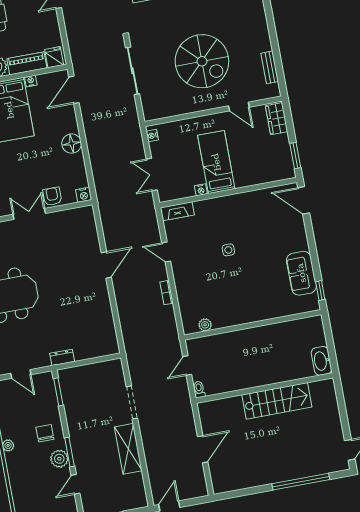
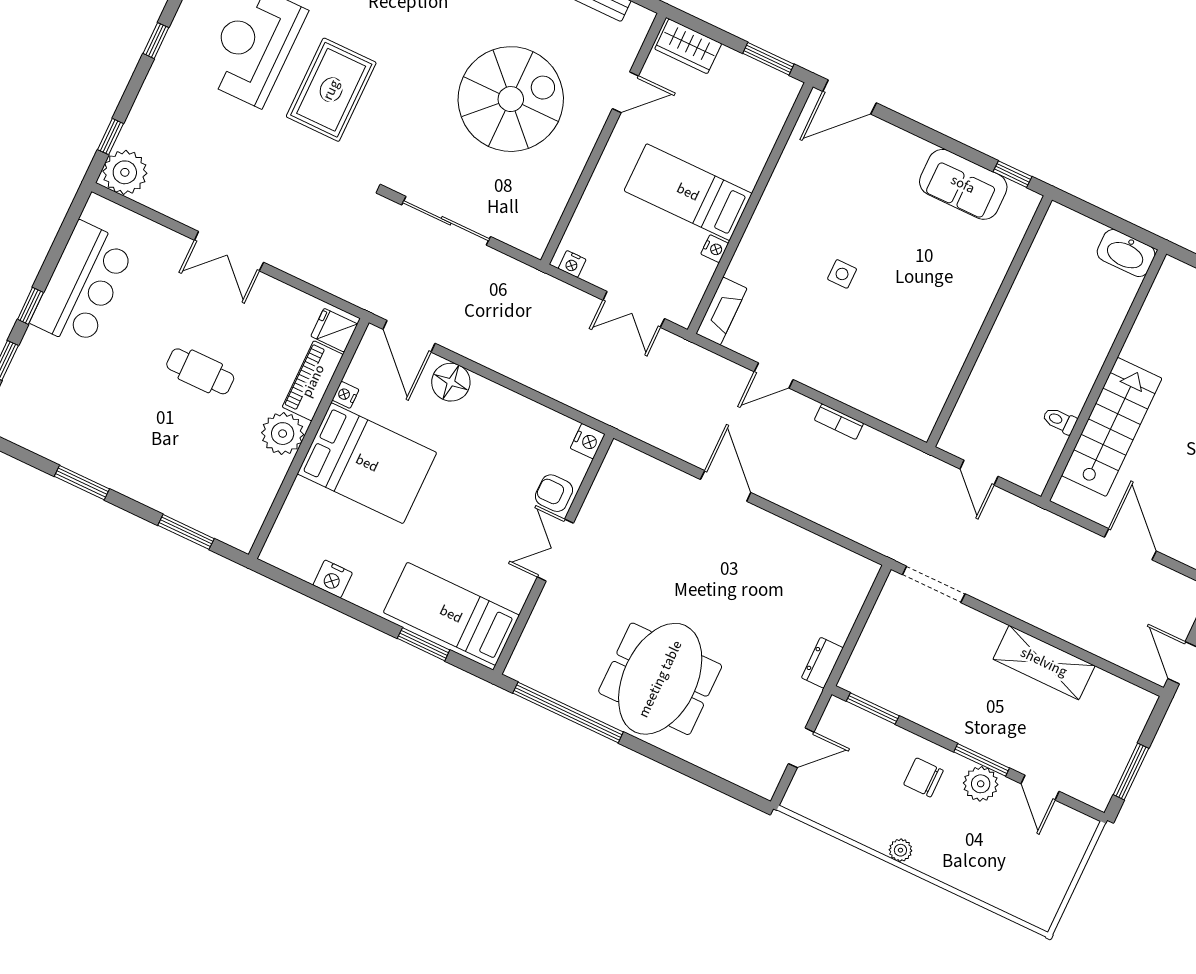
floor lamp: (72, 144) -> (451, 382), moved
plant: (205, 325) -> (935, 397), removed
toilet: (199, 390) -> (1060, 420), moved
stairs: (277, 401) -> (1112, 427), moved
doorway: (132, 402) -> (934, 584), moved

